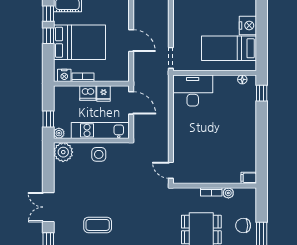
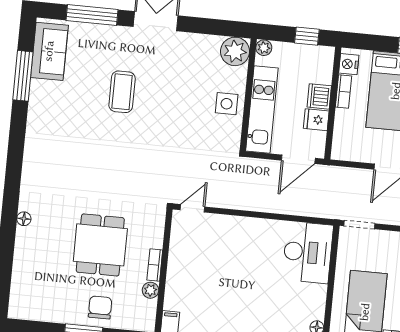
window: (48, 119) -> (307, 36), moved

